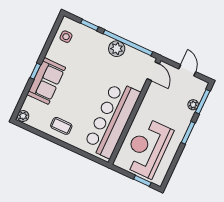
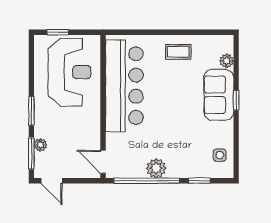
door: (187, 70) -> (51, 181), moved
plant: (23, 116) -> (227, 61), moved

